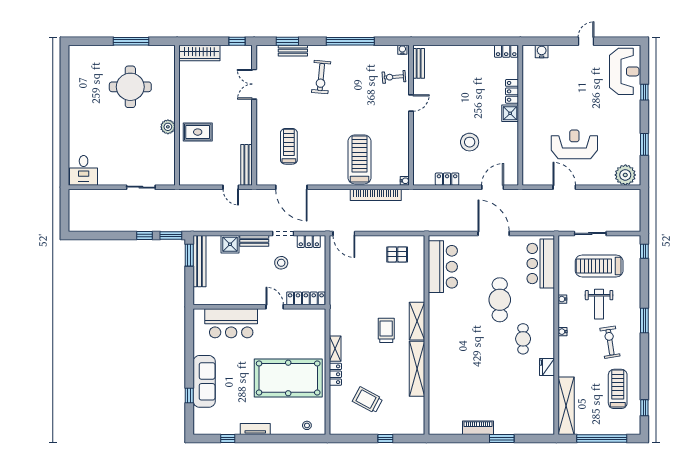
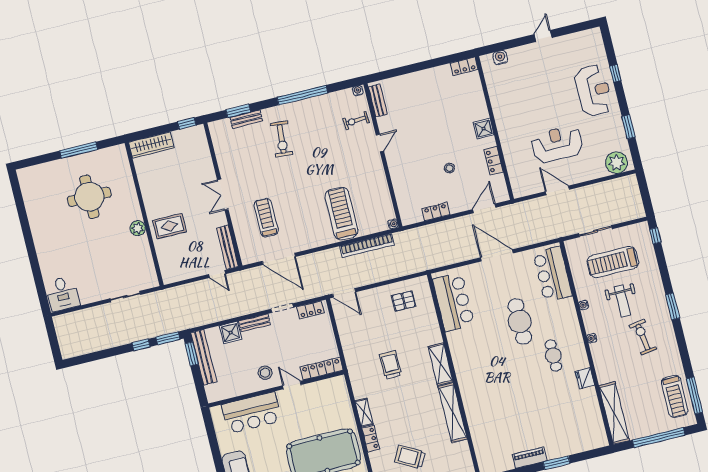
reception desk: (624, 71) -> (593, 91), moved
double door: (254, 84) -> (223, 195), moved
locker: (512, 91) -> (494, 161), moved
stool: (470, 142) -> (449, 168), width x0.53, depth x0.53
stool: (281, 263) -> (265, 373), moved
trolley: (386, 330) -> (390, 365), moved
treadmill: (618, 389) -> (675, 397), moved, turned 180
window: (644, 408) -> (694, 395), width x2.17

